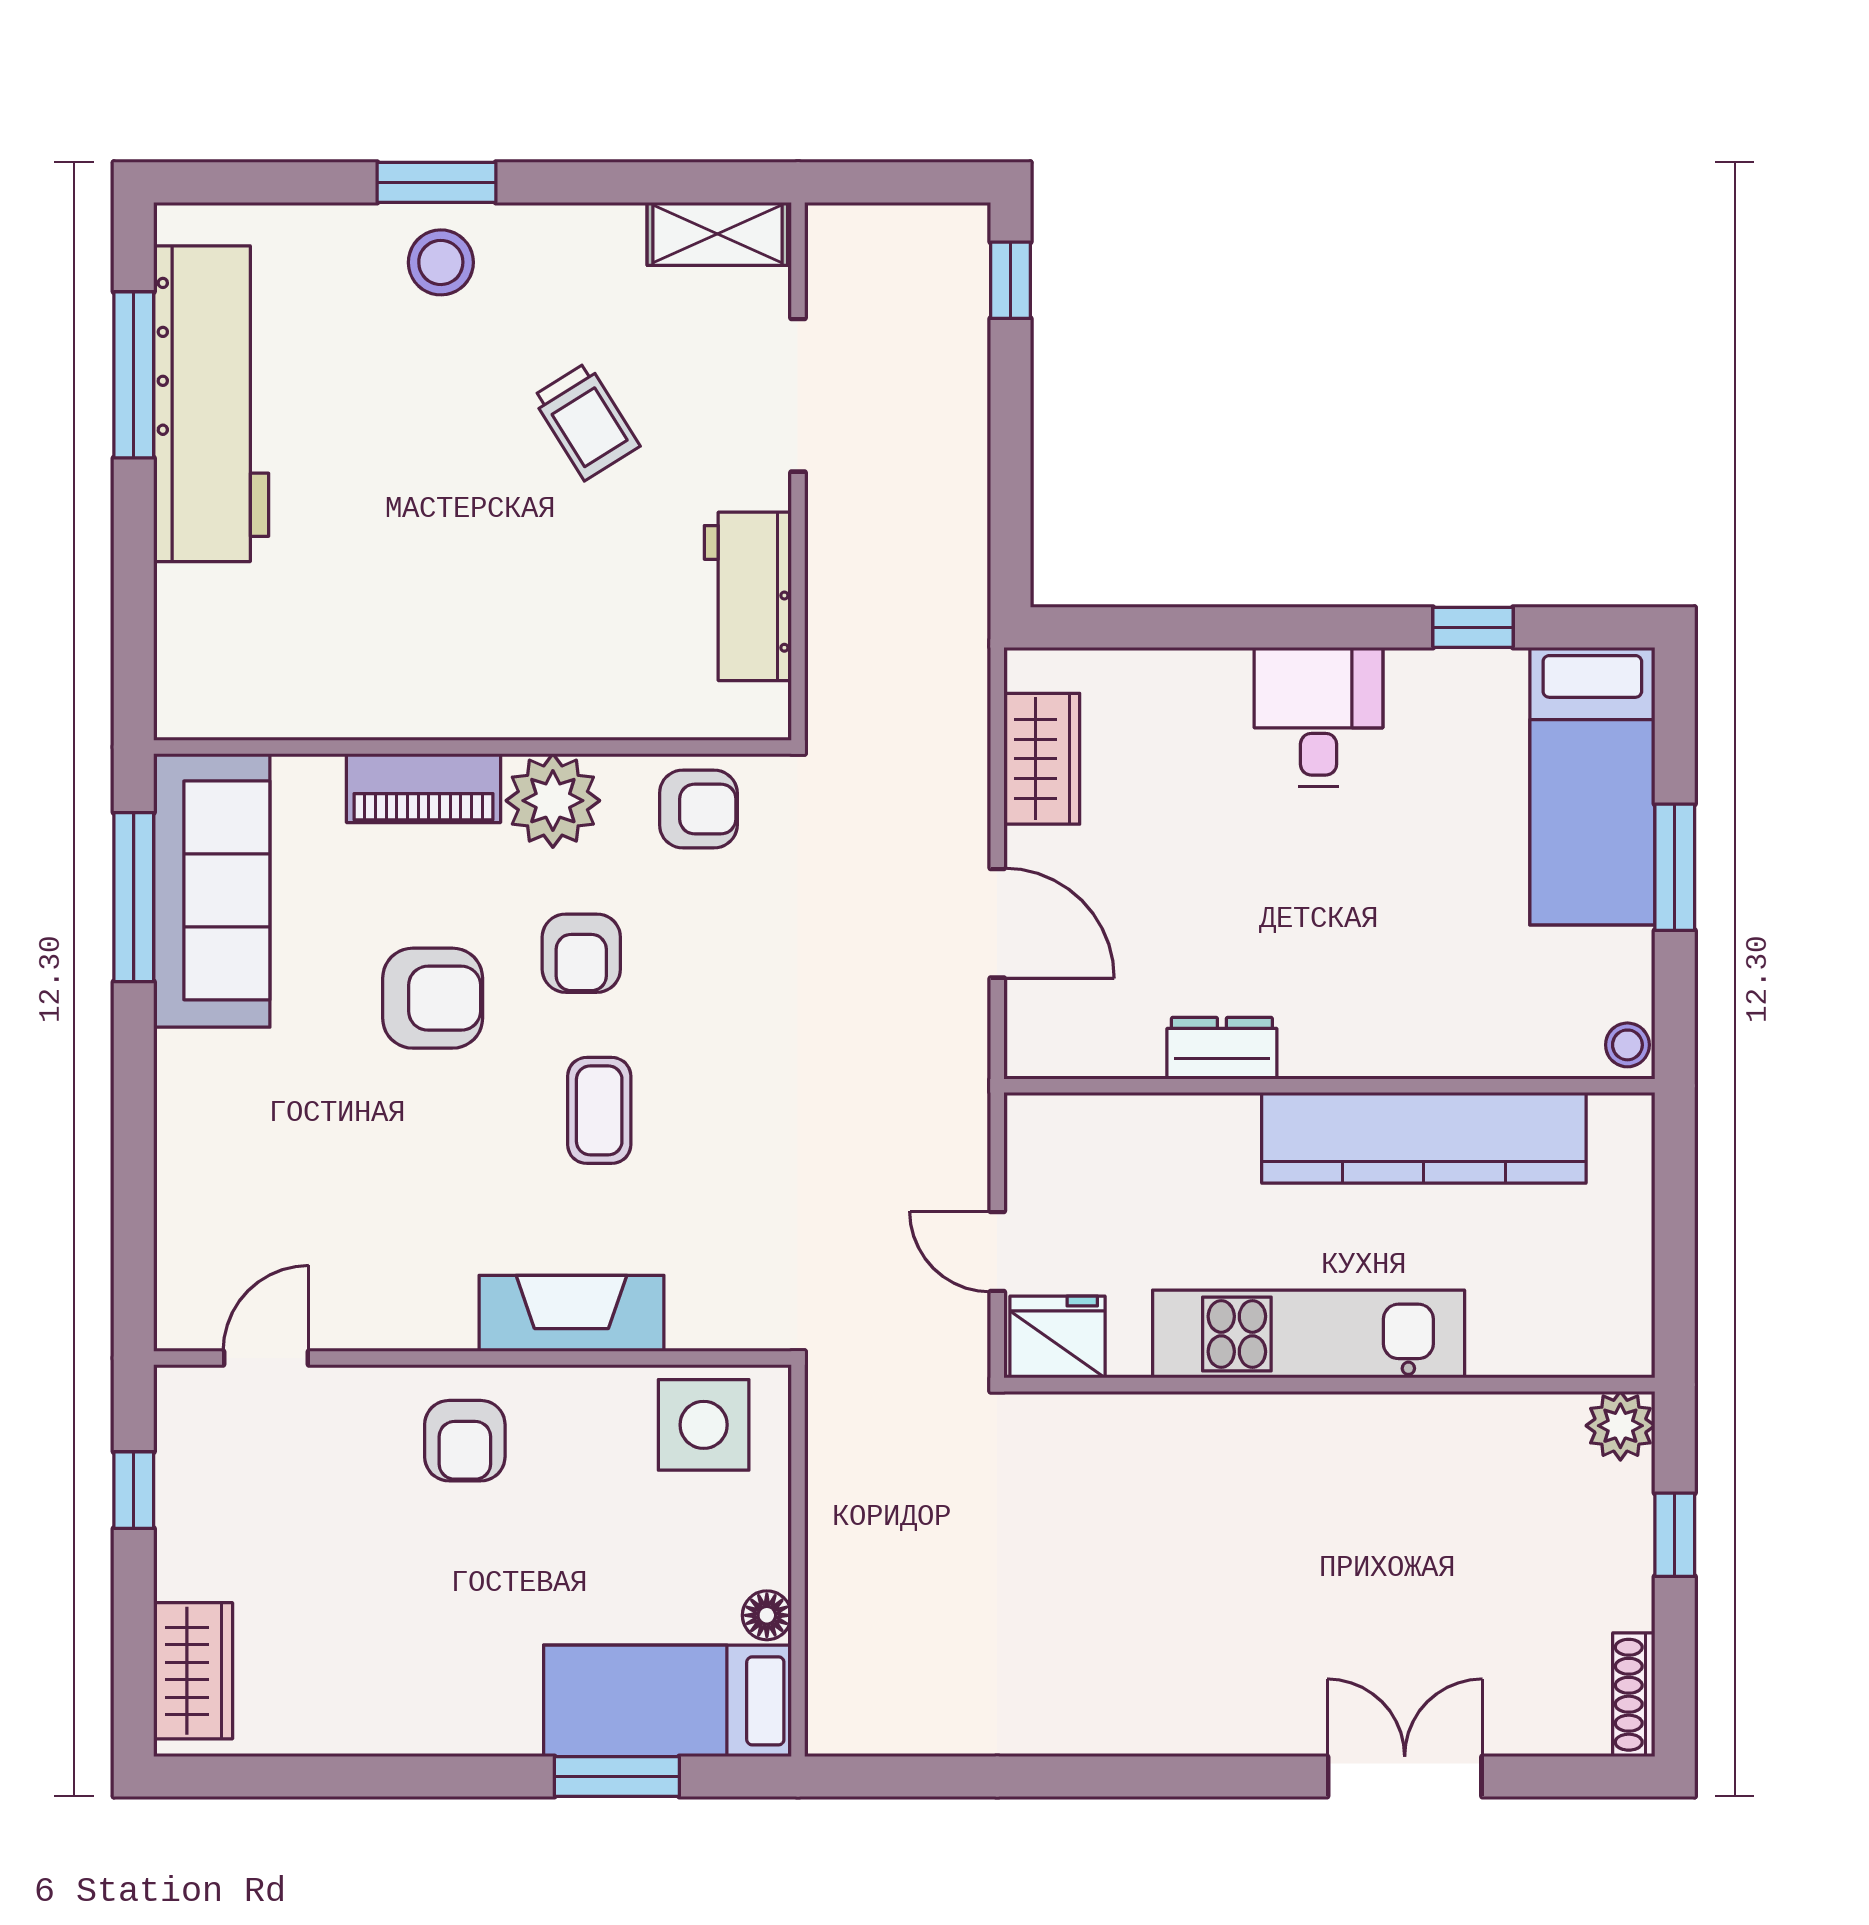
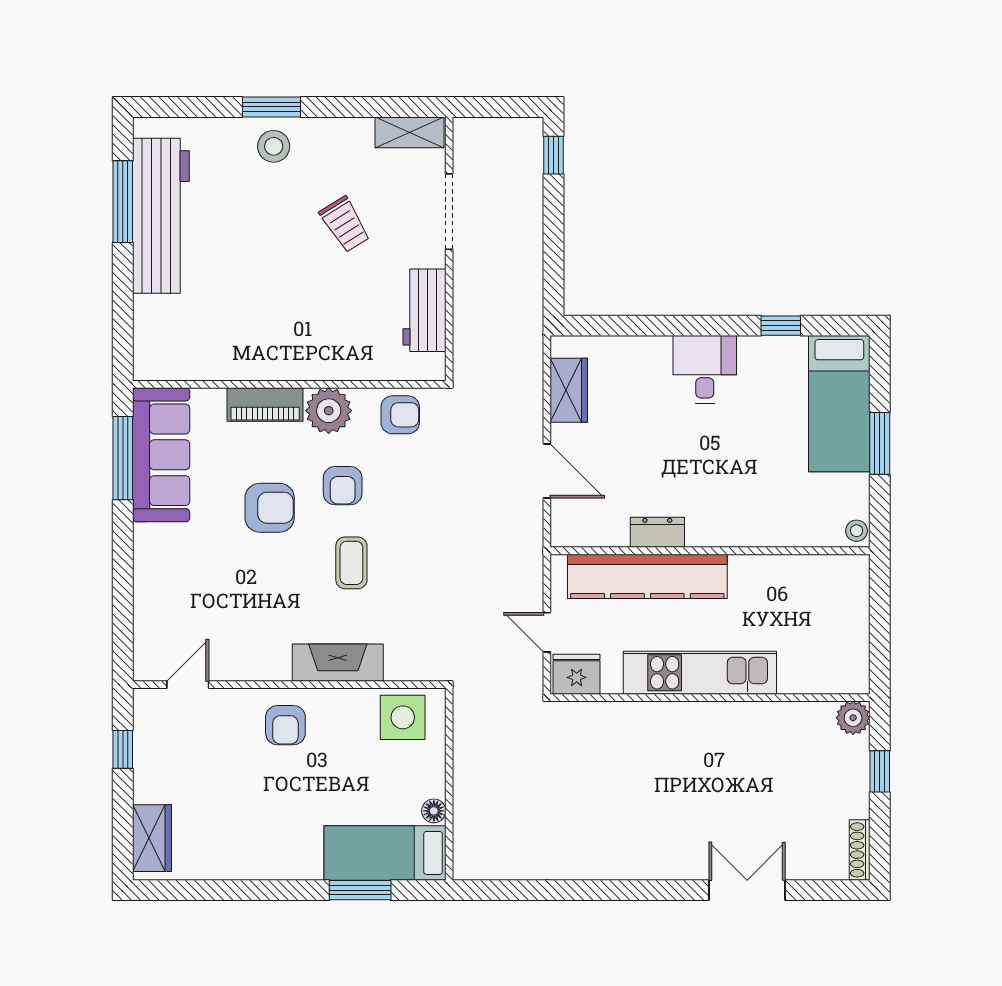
kitchen counter: (1424, 1138) -> (647, 576), moved

